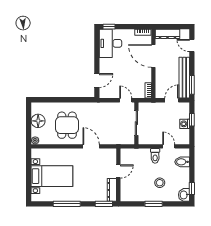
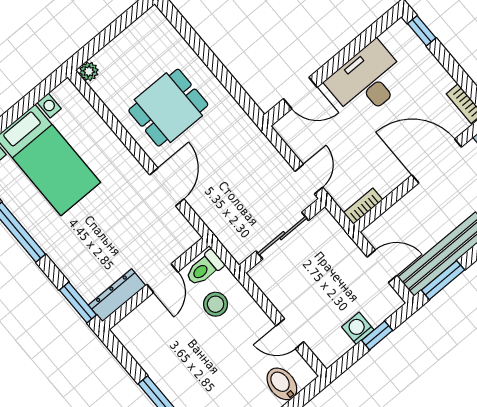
desk: (110, 43) -> (367, 81), moved
door: (153, 56) -> (437, 161), hinge flipped
floor lamp: (38, 121) -> (130, 46), removed
door: (169, 146) -> (290, 334), swing flipped
toilet: (155, 156) -> (204, 268), moved
door: (118, 171) -> (162, 278), hinge flipped
stool: (160, 183) -> (216, 304), moved

